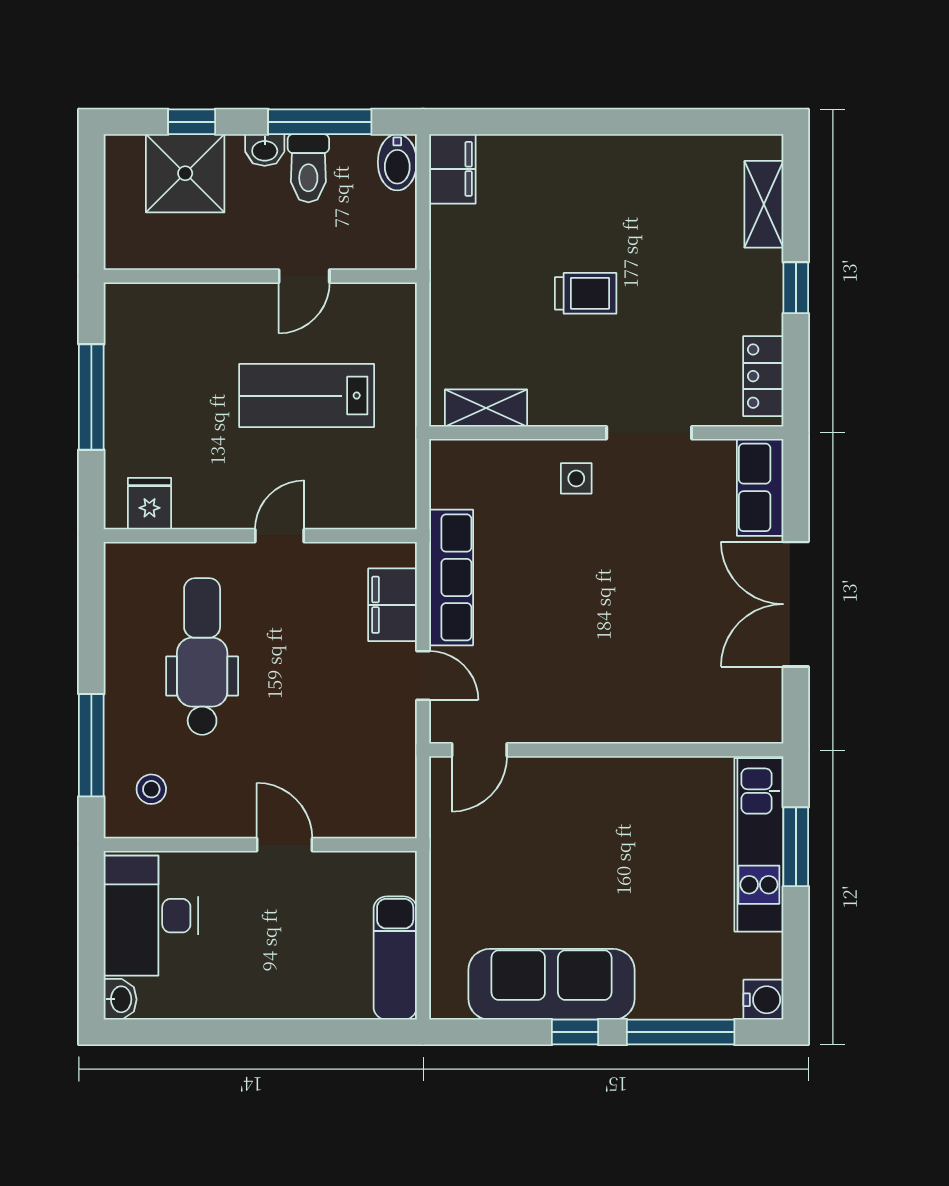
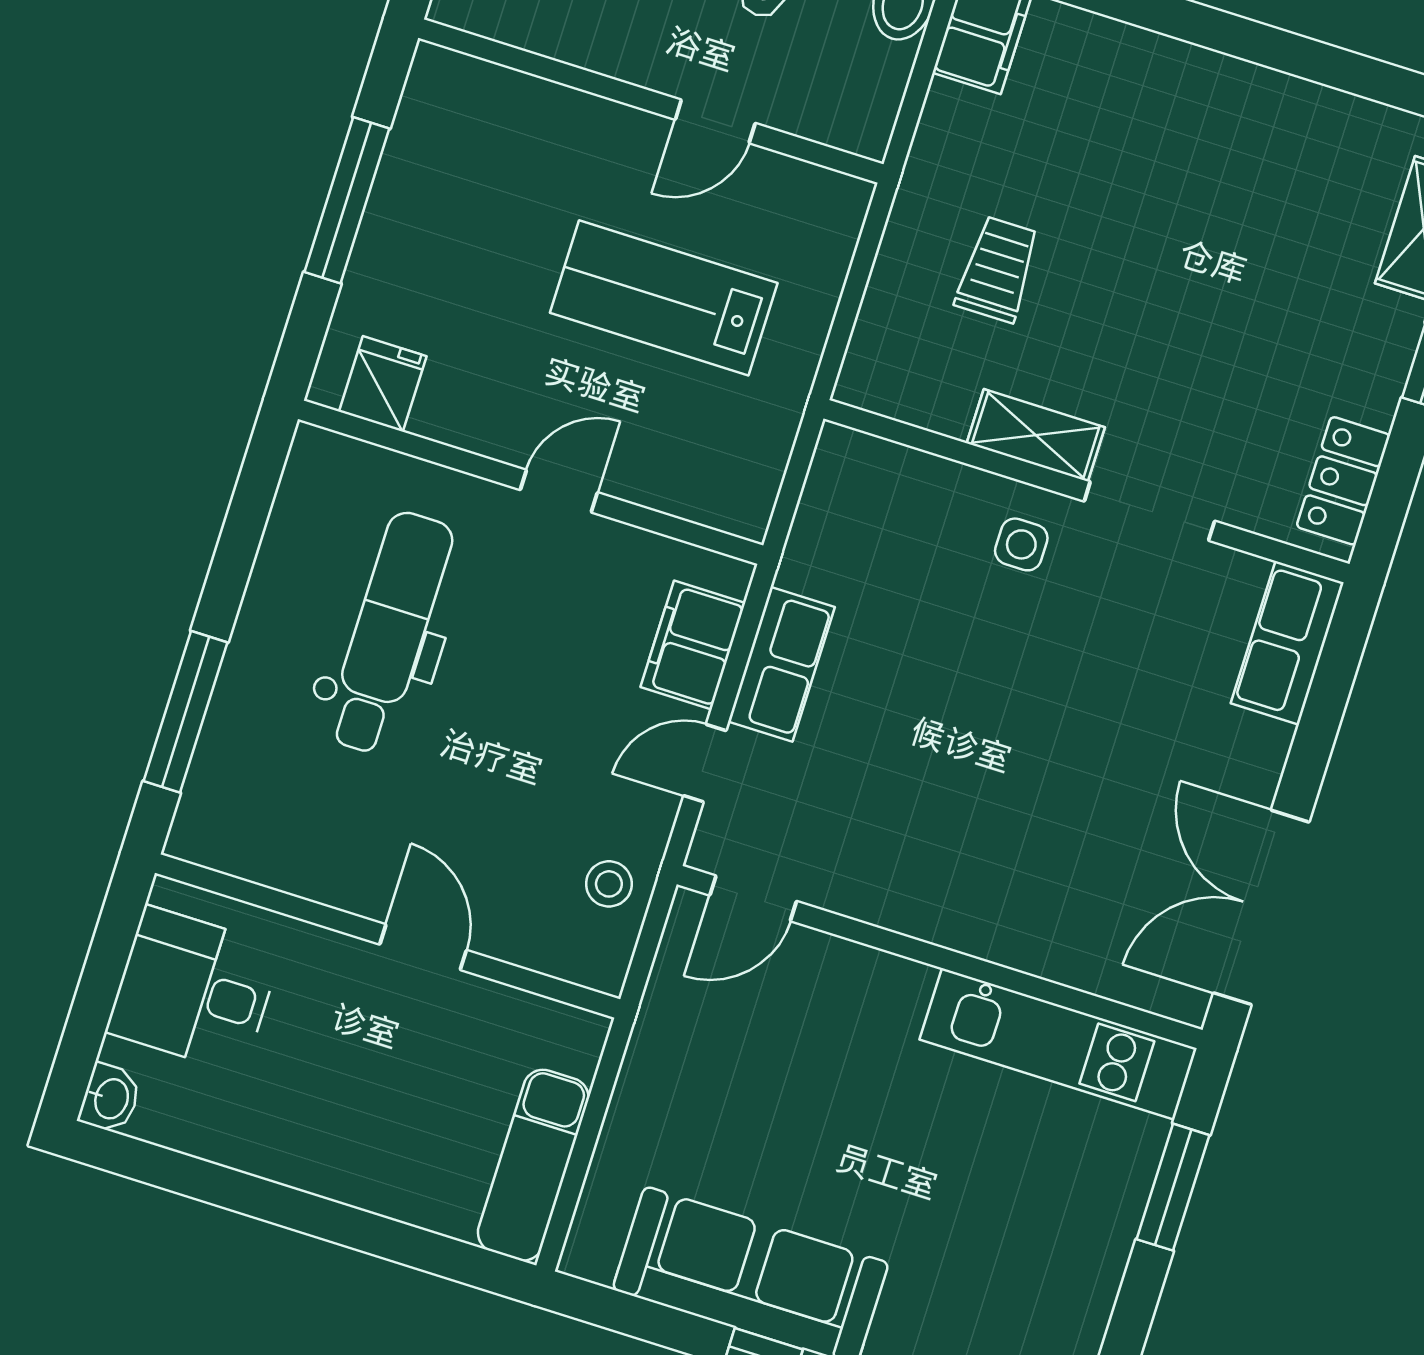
trolley: (586, 293) -> (998, 269), moved, turned -90
shelving: (486, 408) -> (1036, 435), moved
row of seats: (451, 577) -> (781, 664), width x0.68
double door: (796, 604) -> (1261, 907), moved
door: (423, 676) -> (705, 763), swing flipped
stool: (151, 789) -> (609, 884), moved
kitchen unit: (759, 845) -> (1058, 1044), moved, turned -90
desk: (151, 916) -> (194, 990), width x0.73

